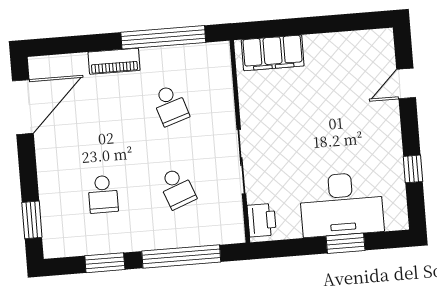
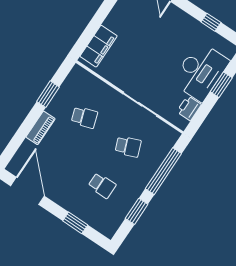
window: (163, 37) -> (48, 94), width x0.47
window: (32, 220) -> (75, 223), moved
printer: (262, 220) -> (189, 108), moved, turned -90

